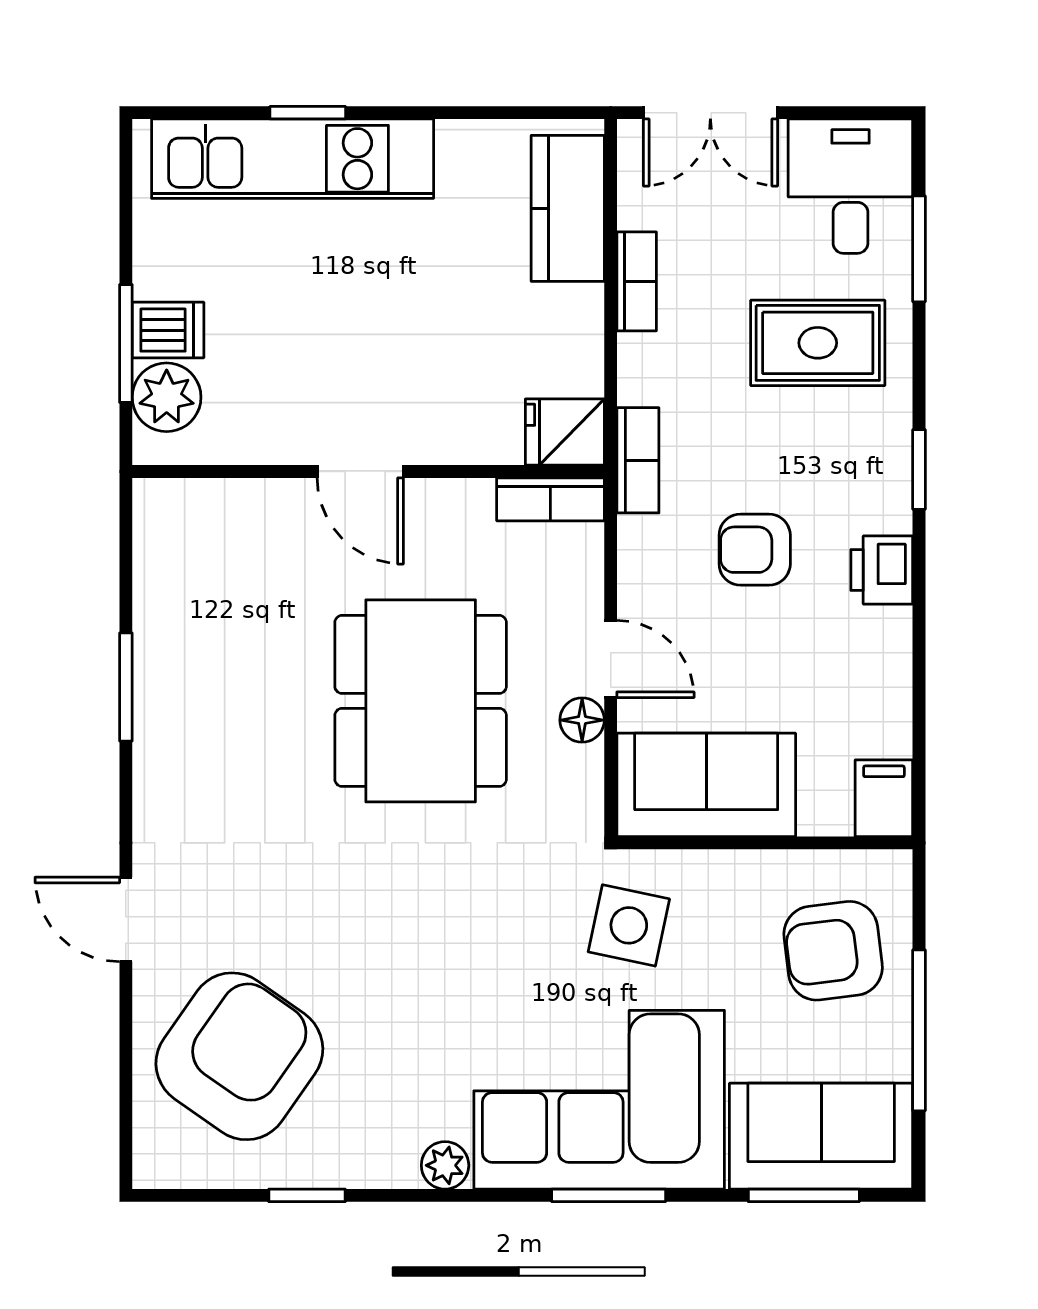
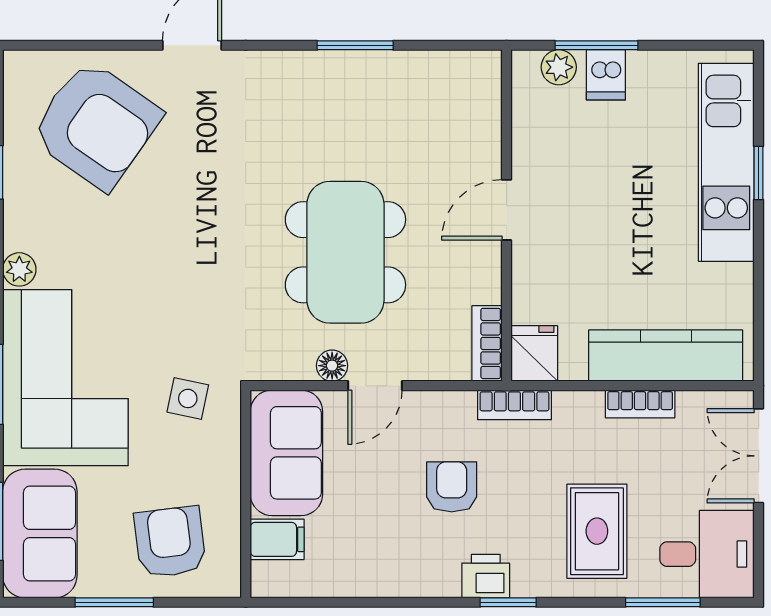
kitchen counter: (568, 208) -> (666, 356), width x1.50
plant: (167, 397) -> (559, 67), width x0.73, depth x0.73
printer: (882, 570) -> (486, 576), moved
dining table: (421, 701) -> (345, 252), turned 90
filing cabinet: (884, 798) -> (277, 539), moved
side table: (629, 925) -> (188, 398), width x0.73, depth x0.73
window: (919, 1030) -> (114, 602), width x0.69

